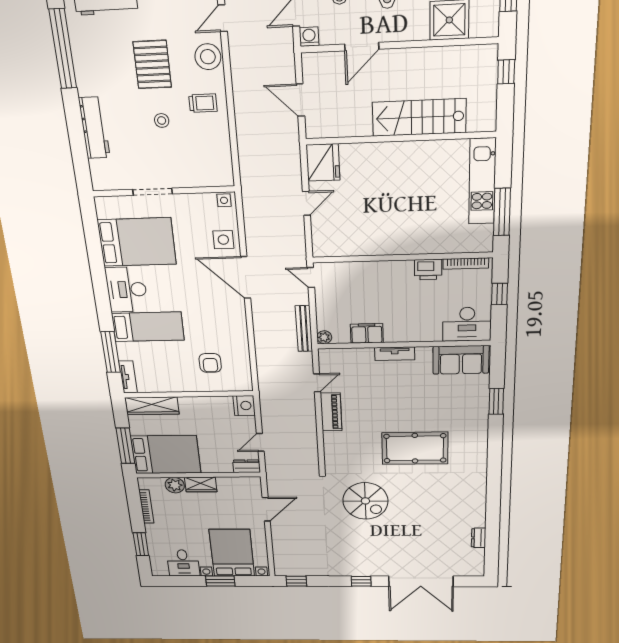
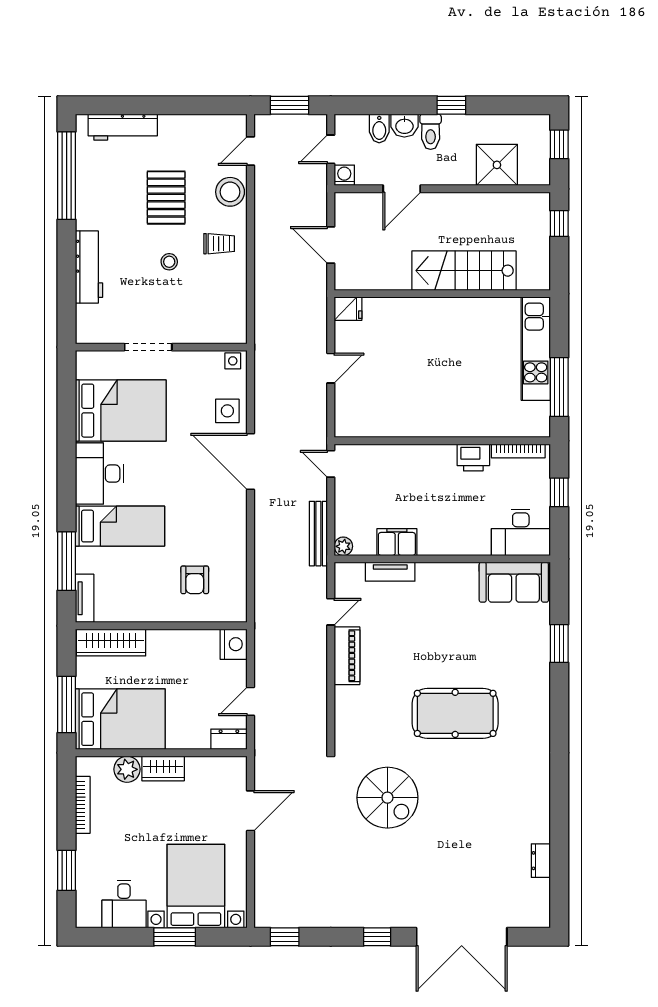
fridge: (323, 162) -> (348, 309), width x0.53, depth x0.75
tv unit: (395, 354) -> (390, 572), moved

